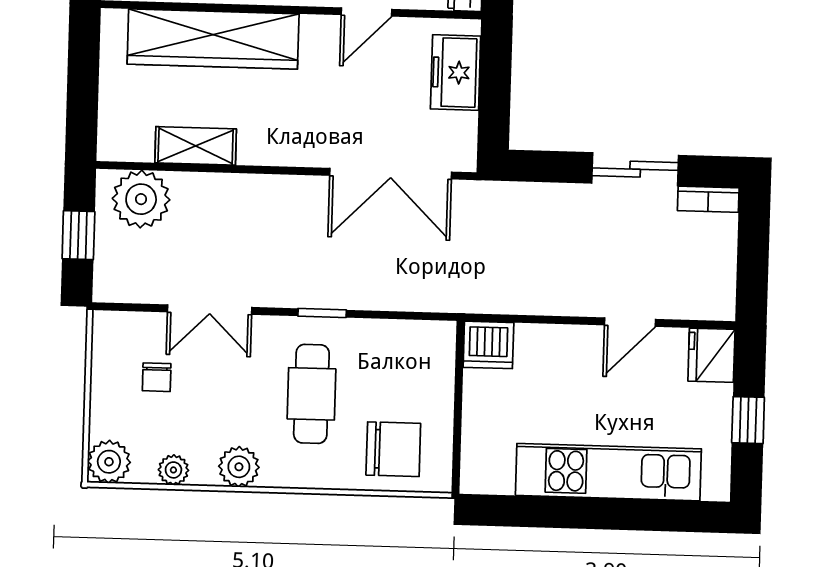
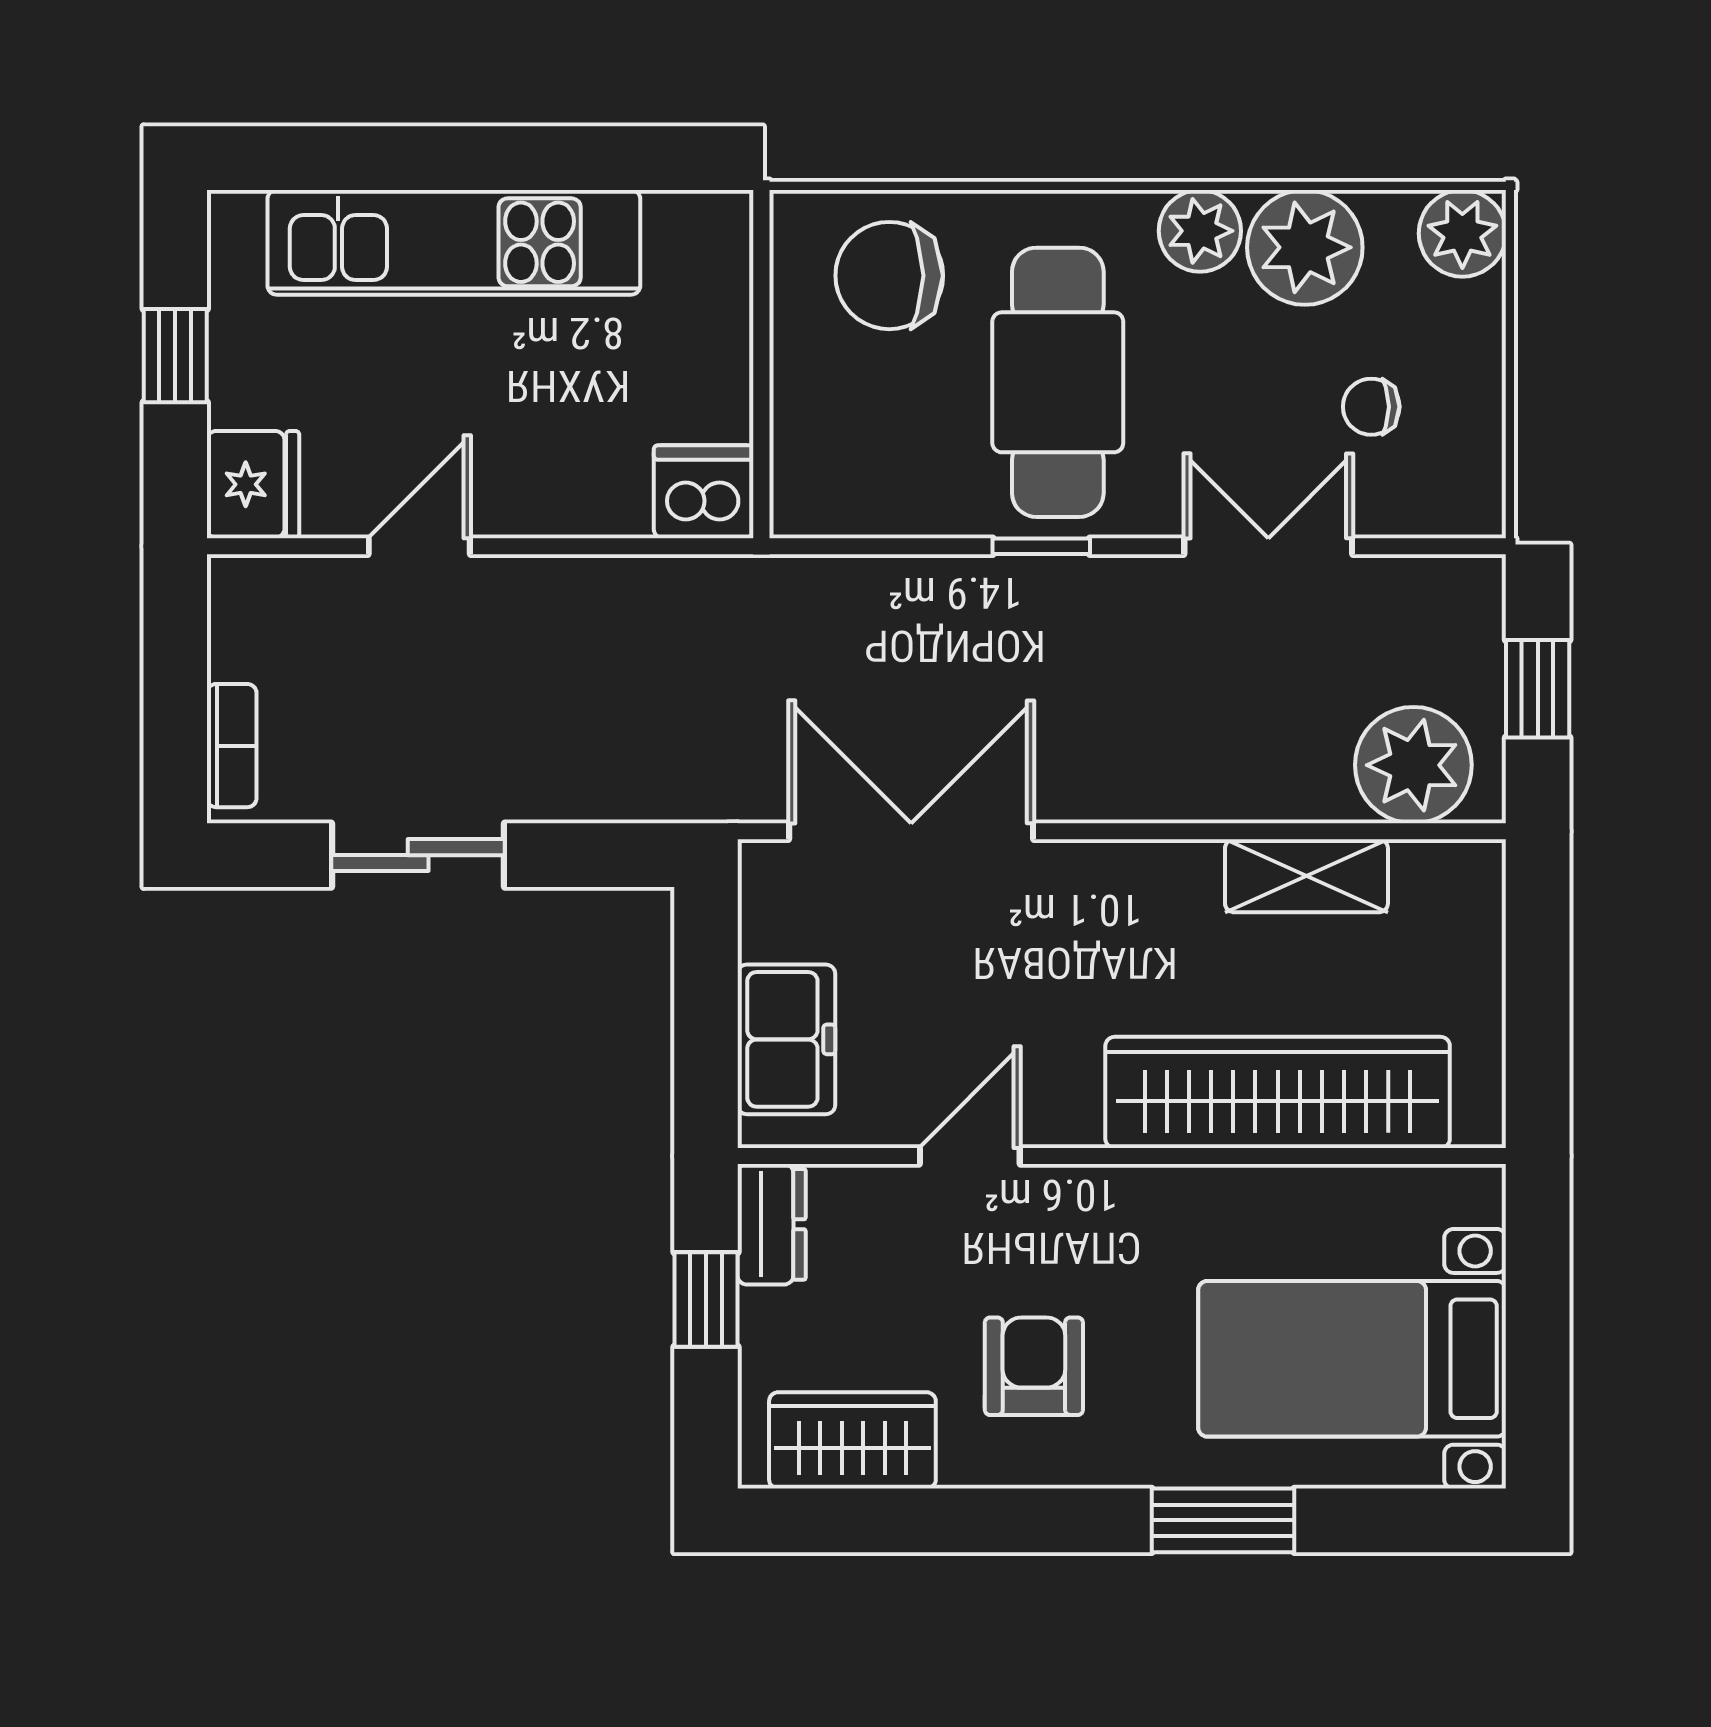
bookcase: (708, 199) -> (232, 746), moved, turned 90
chair: (157, 377) -> (1371, 407), turned -90
cafe table: (311, 394) -> (1058, 382), width x1.37, depth x1.35
plant: (173, 470) -> (1305, 247), width x1.88, depth x1.88

